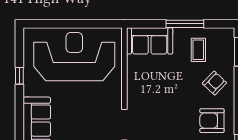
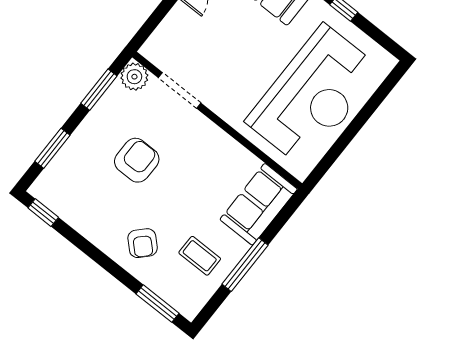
armchair: (212, 121) -> (137, 160), moved

